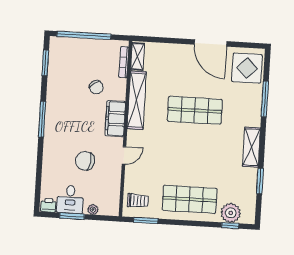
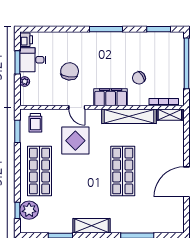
display table: (247, 68) -> (75, 141), moved

